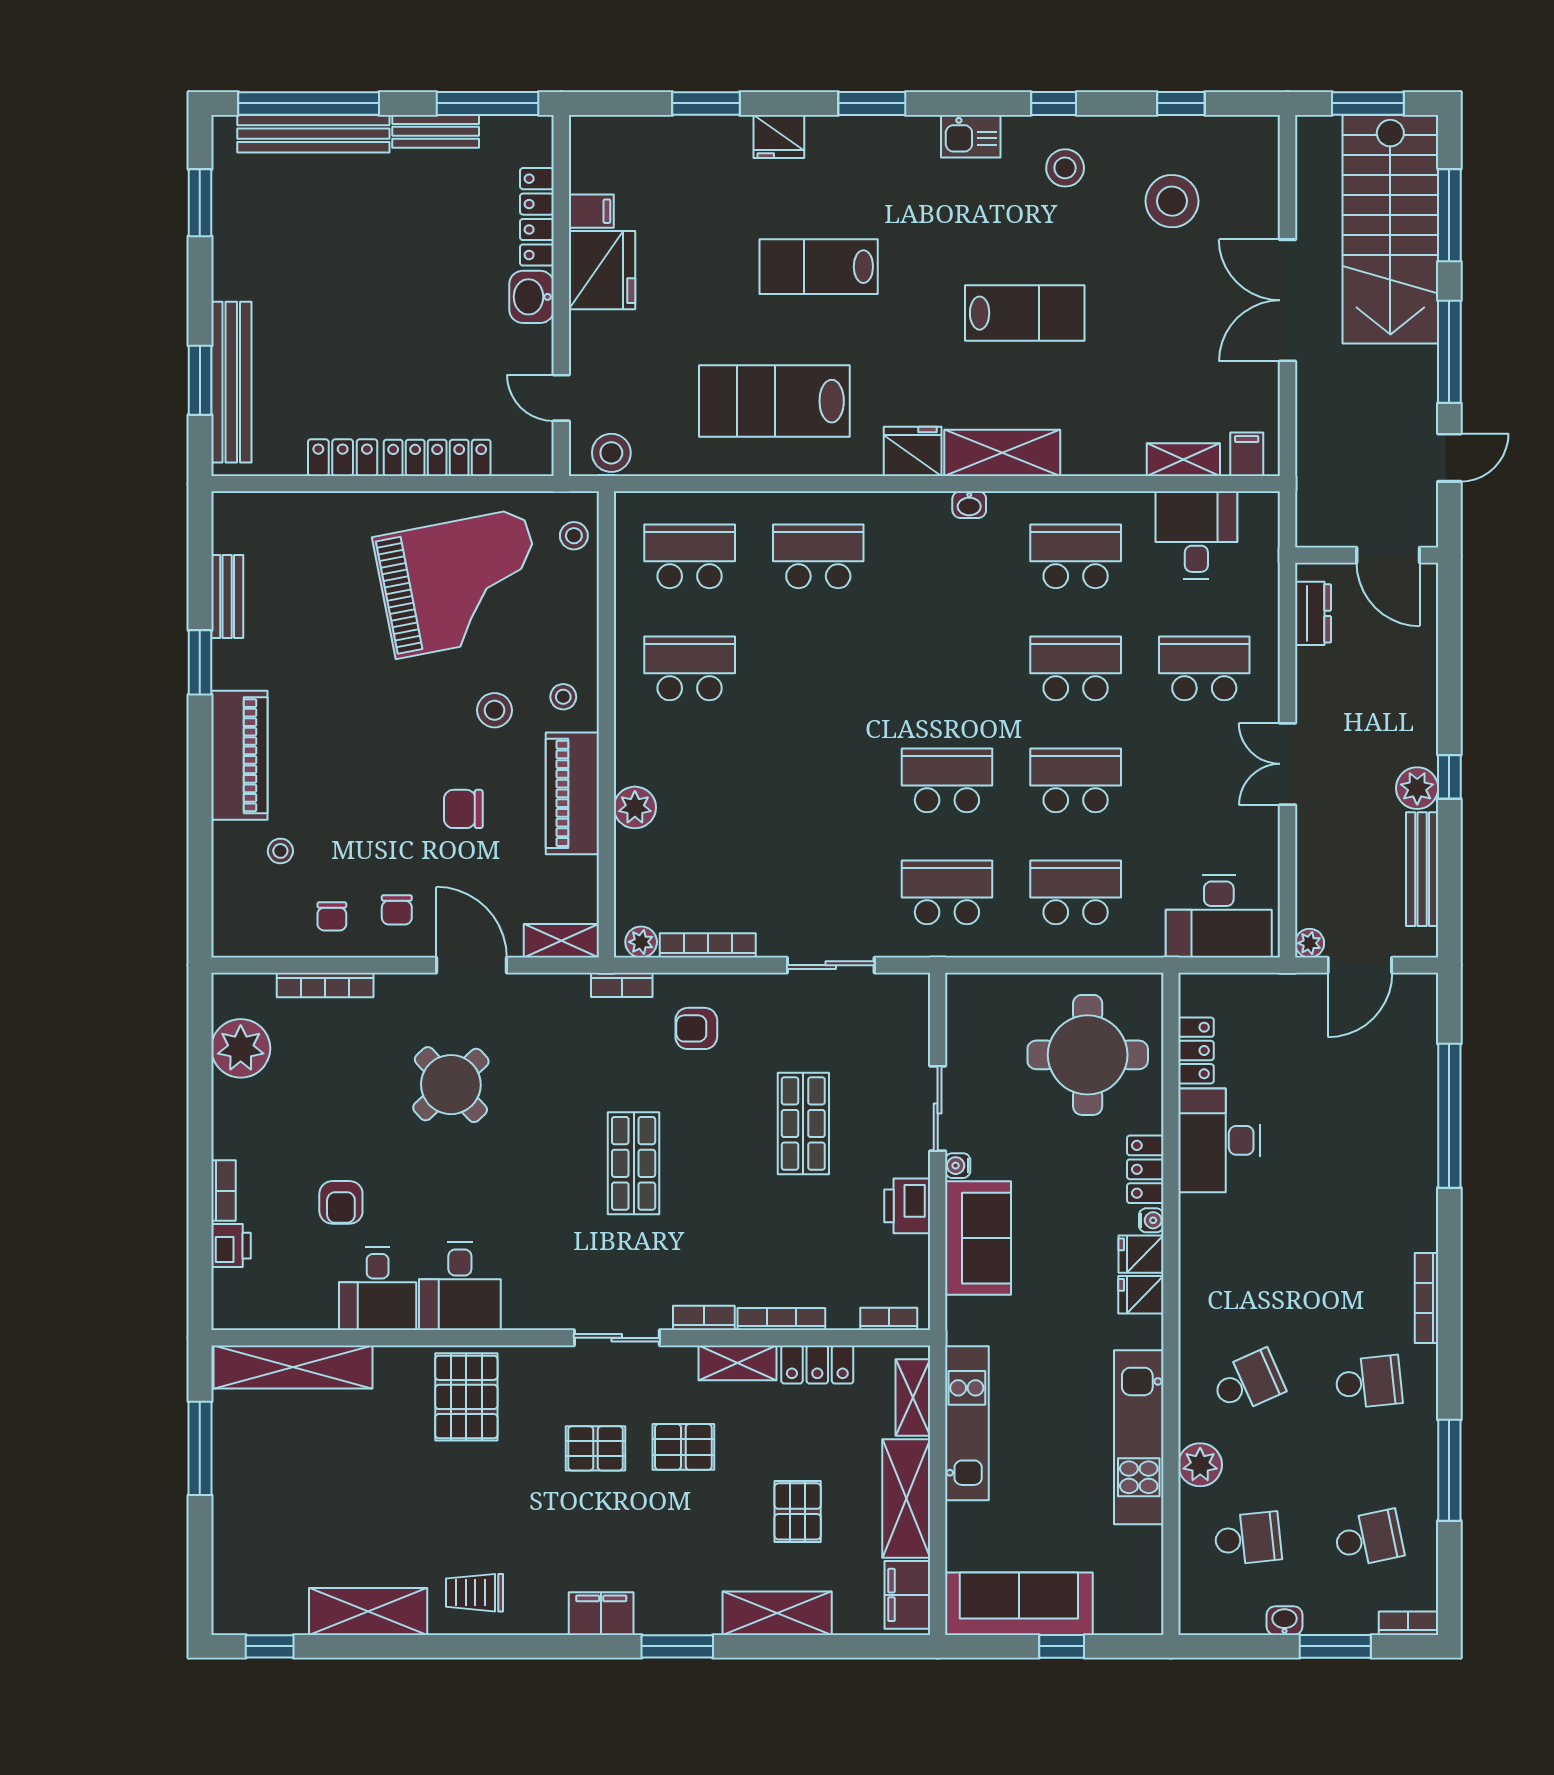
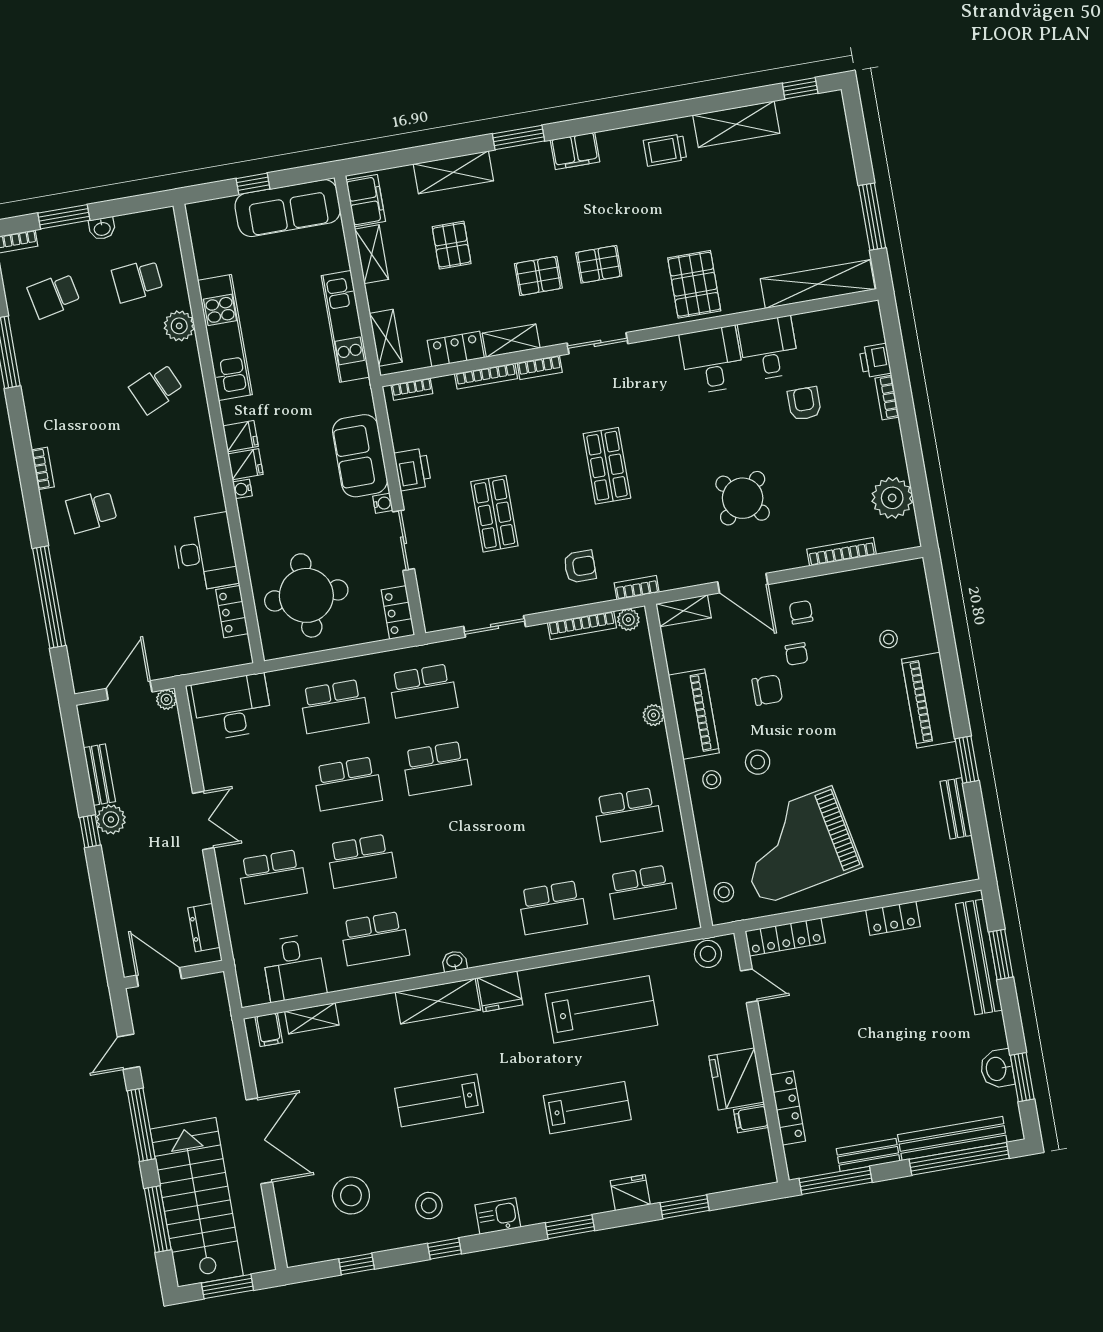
washbasin: (532, 297) -> (997, 1069), moved, turned 180
locker: (437, 458) -> (785, 937), moved
plant: (635, 807) -> (654, 715), width x0.73, depth x0.73
bench: (1422, 869) -> (99, 775), width x0.73
chair: (332, 916) -> (796, 654), moved, turned 180
locker: (1145, 1169) -> (398, 612), moved, turned 180
bookcase: (1426, 1298) -> (43, 468), width x0.64
school desk: (1369, 1382) -> (92, 511), moved
shelving: (906, 1498) -> (372, 254), width x0.67, depth x0.75
trolley: (475, 1593) -> (665, 150), turned 180

